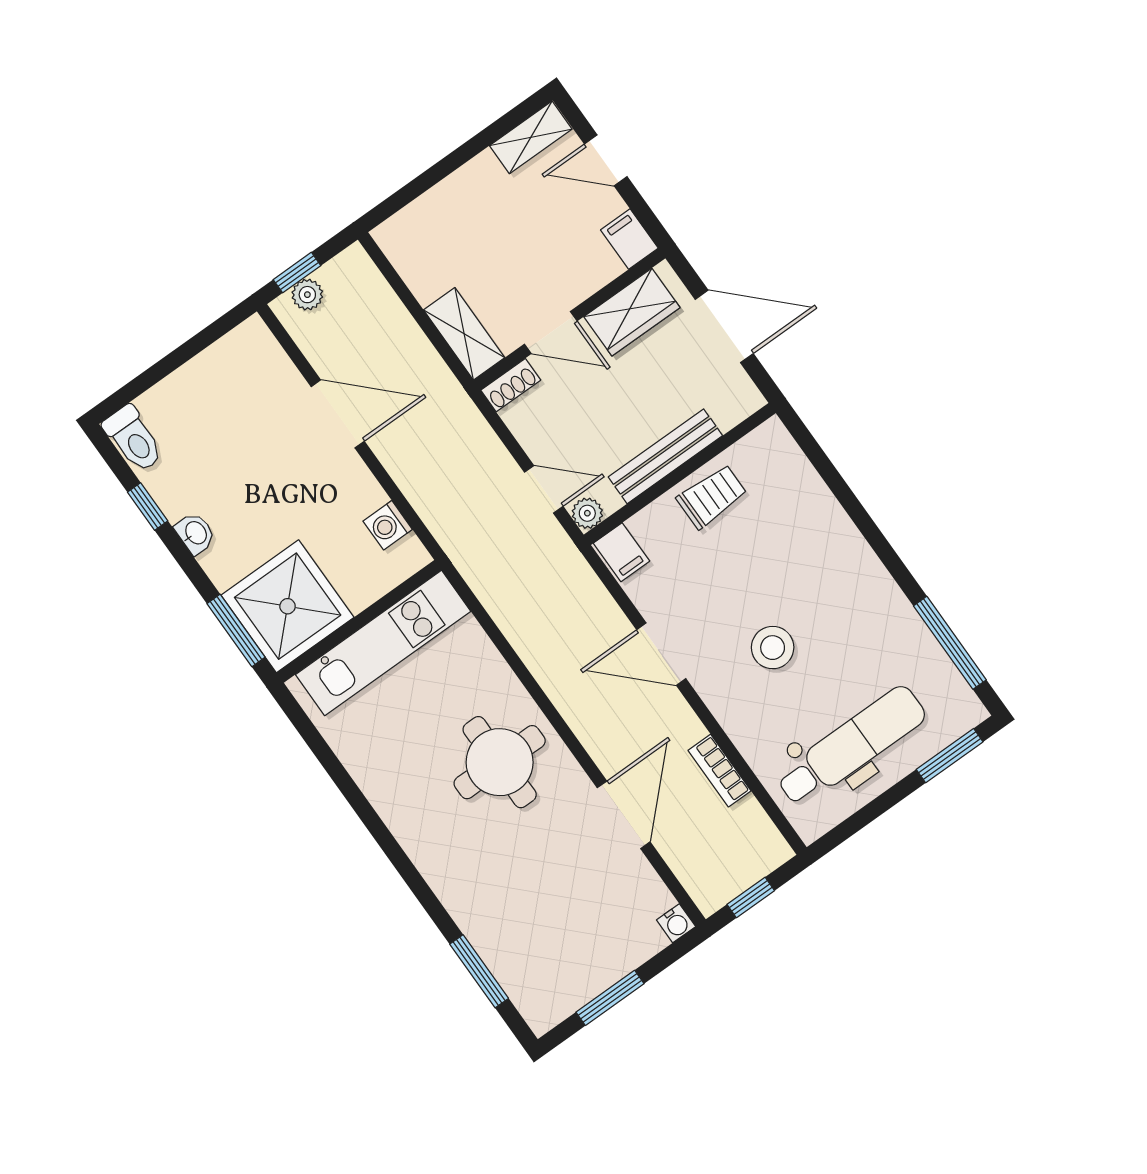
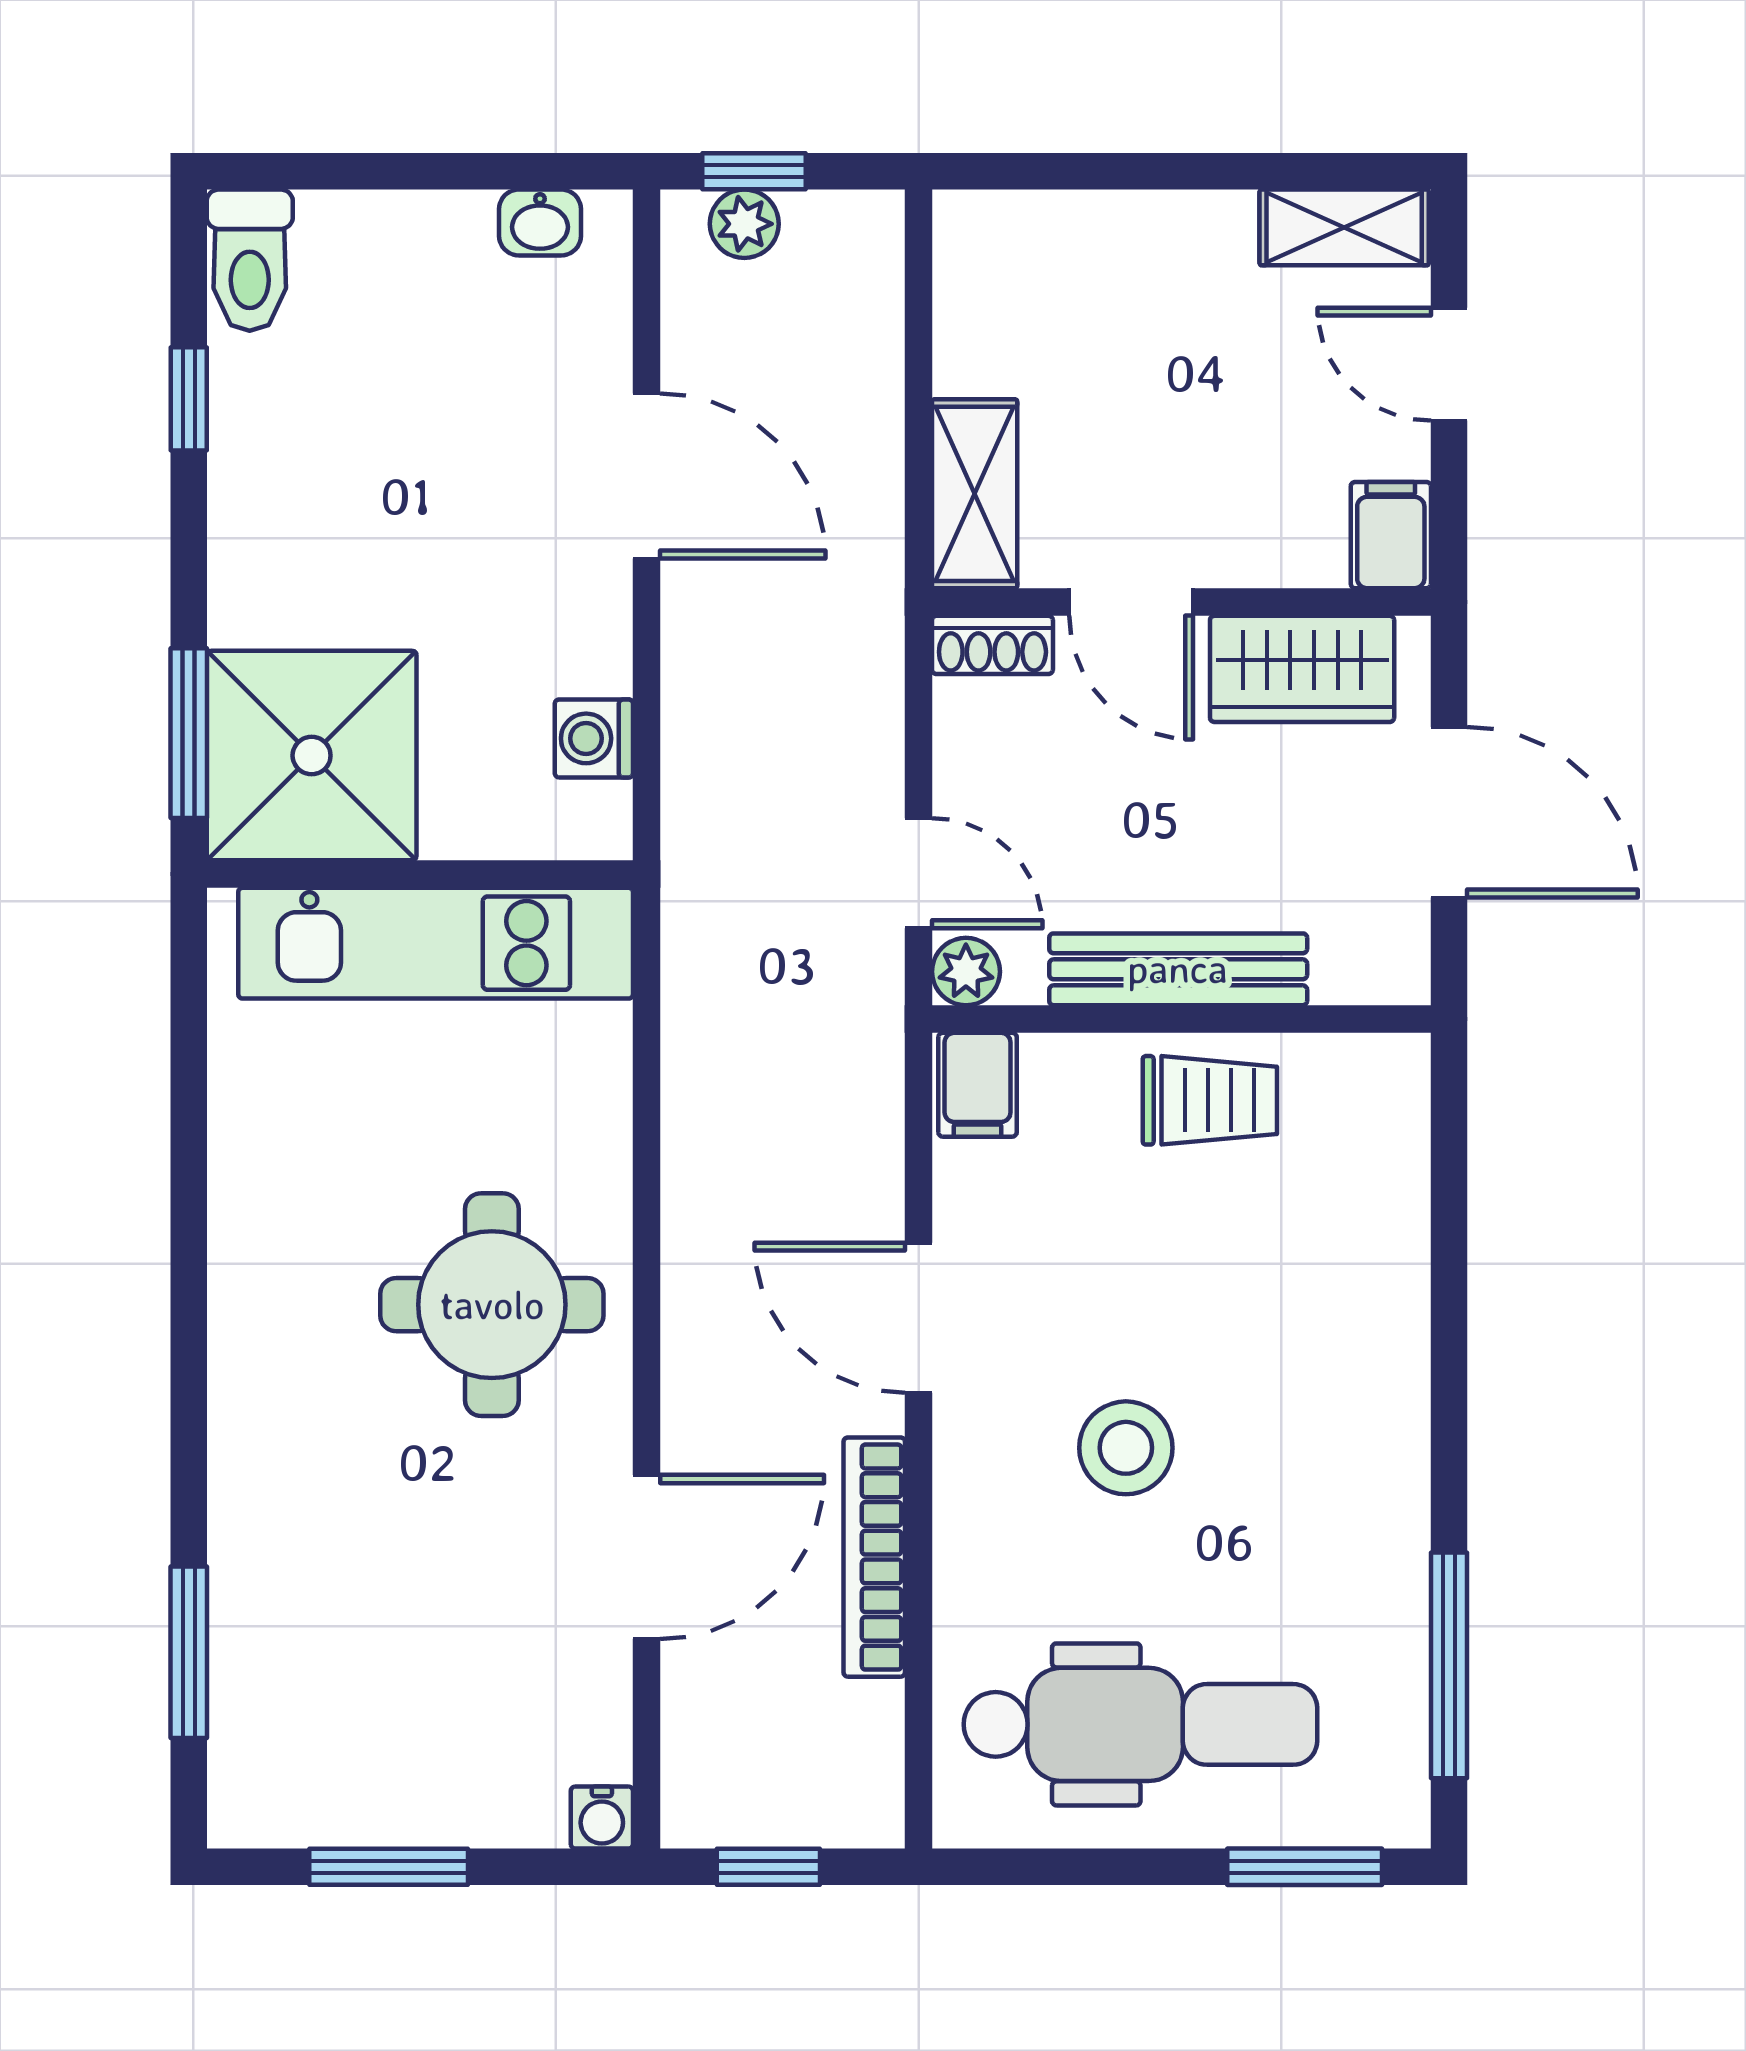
washbasin: (195, 533) -> (540, 222), moved, turned 90
bookcase: (720, 771) -> (874, 1557), width x1.56

